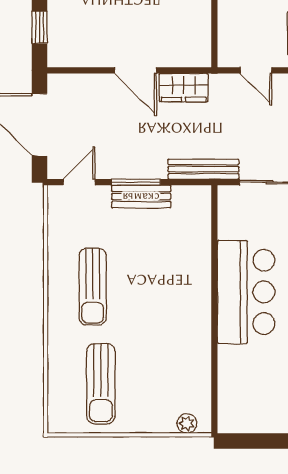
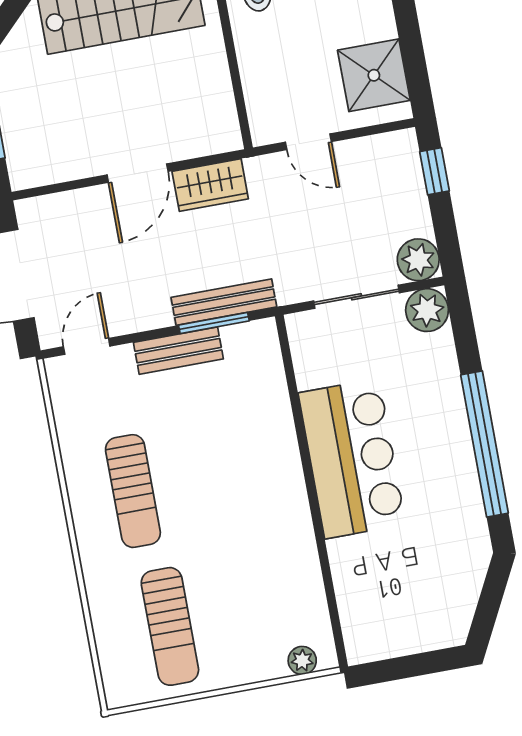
door: (136, 70) -> (138, 173), hinge flipped
bench: (203, 169) -> (224, 302), moved
window: (136, 182) -> (214, 323), moved

